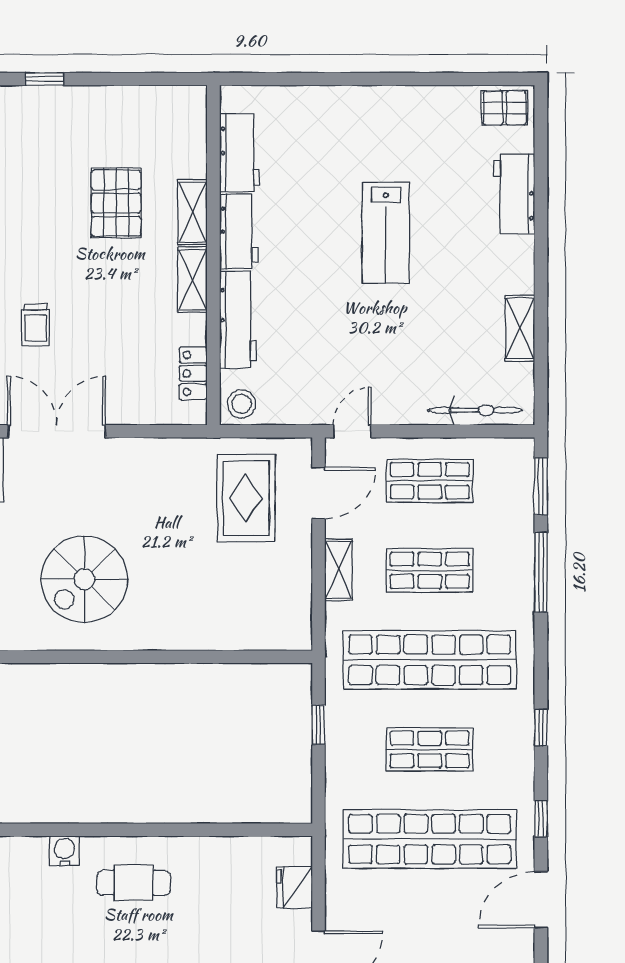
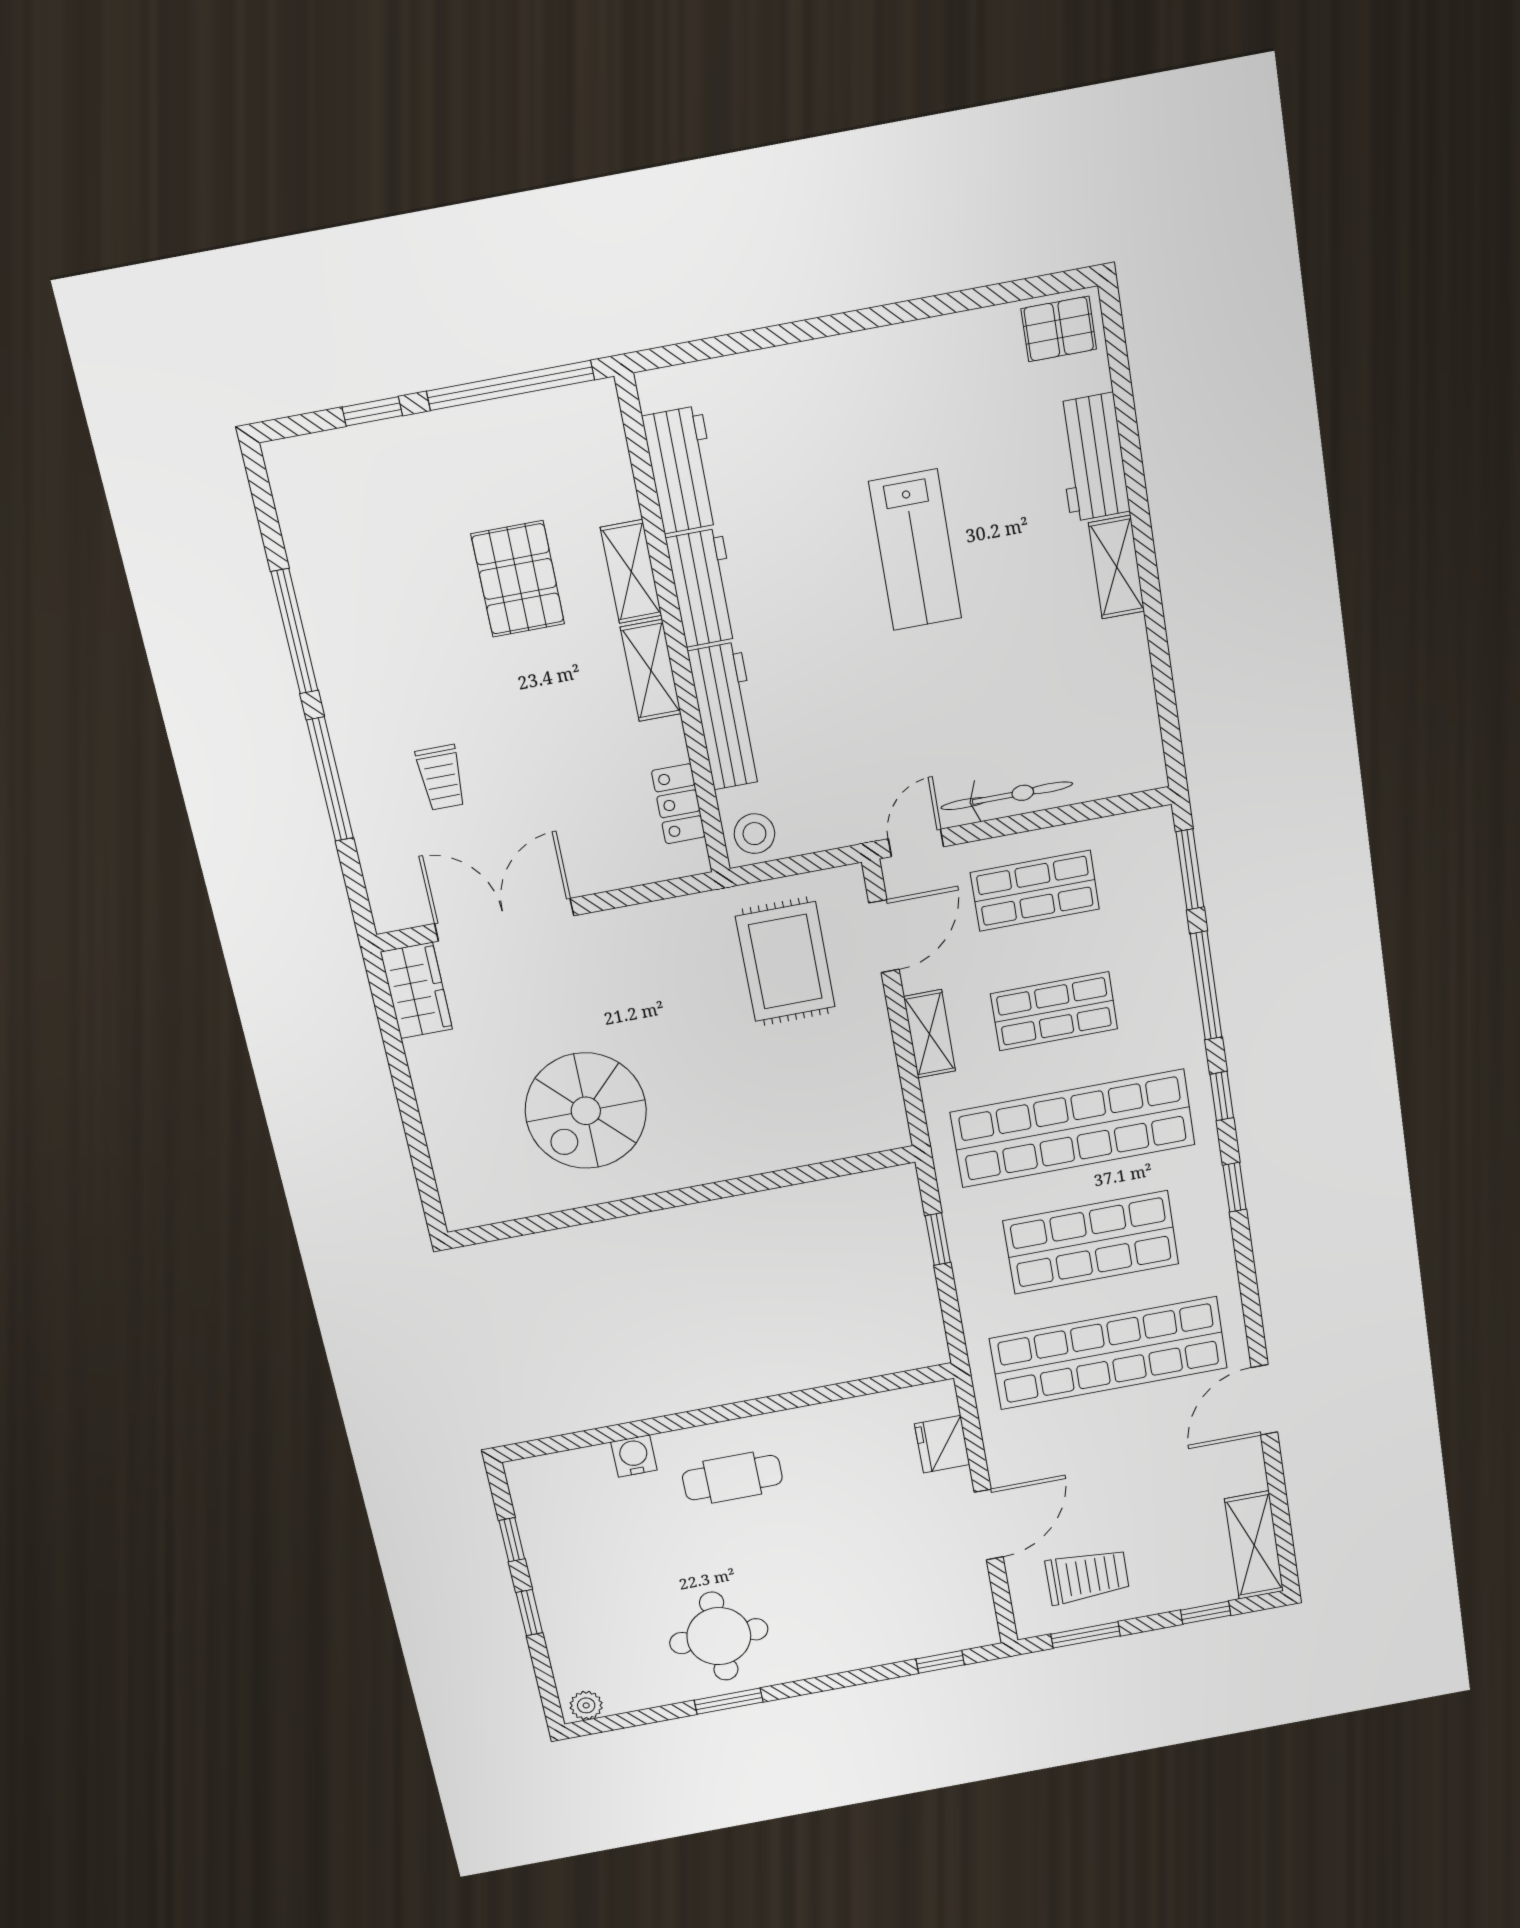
window: (138, 79) -> (510, 385), added
shelving: (520, 328) -> (1117, 567), moved
bicycle: (475, 410) -> (1007, 796), moved
shop shelf: (430, 749) -> (1091, 1242), width x1.43, depth x1.36
window: (541, 819) -> (1222, 1096), moved

